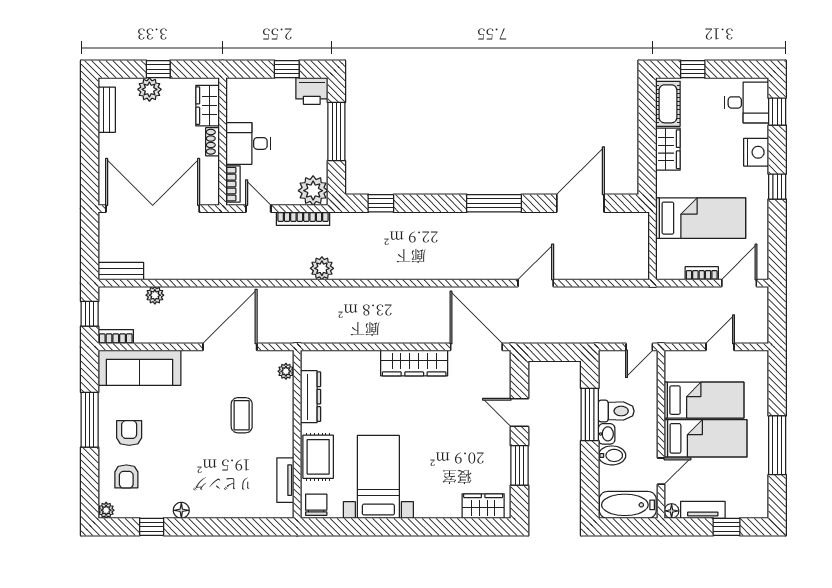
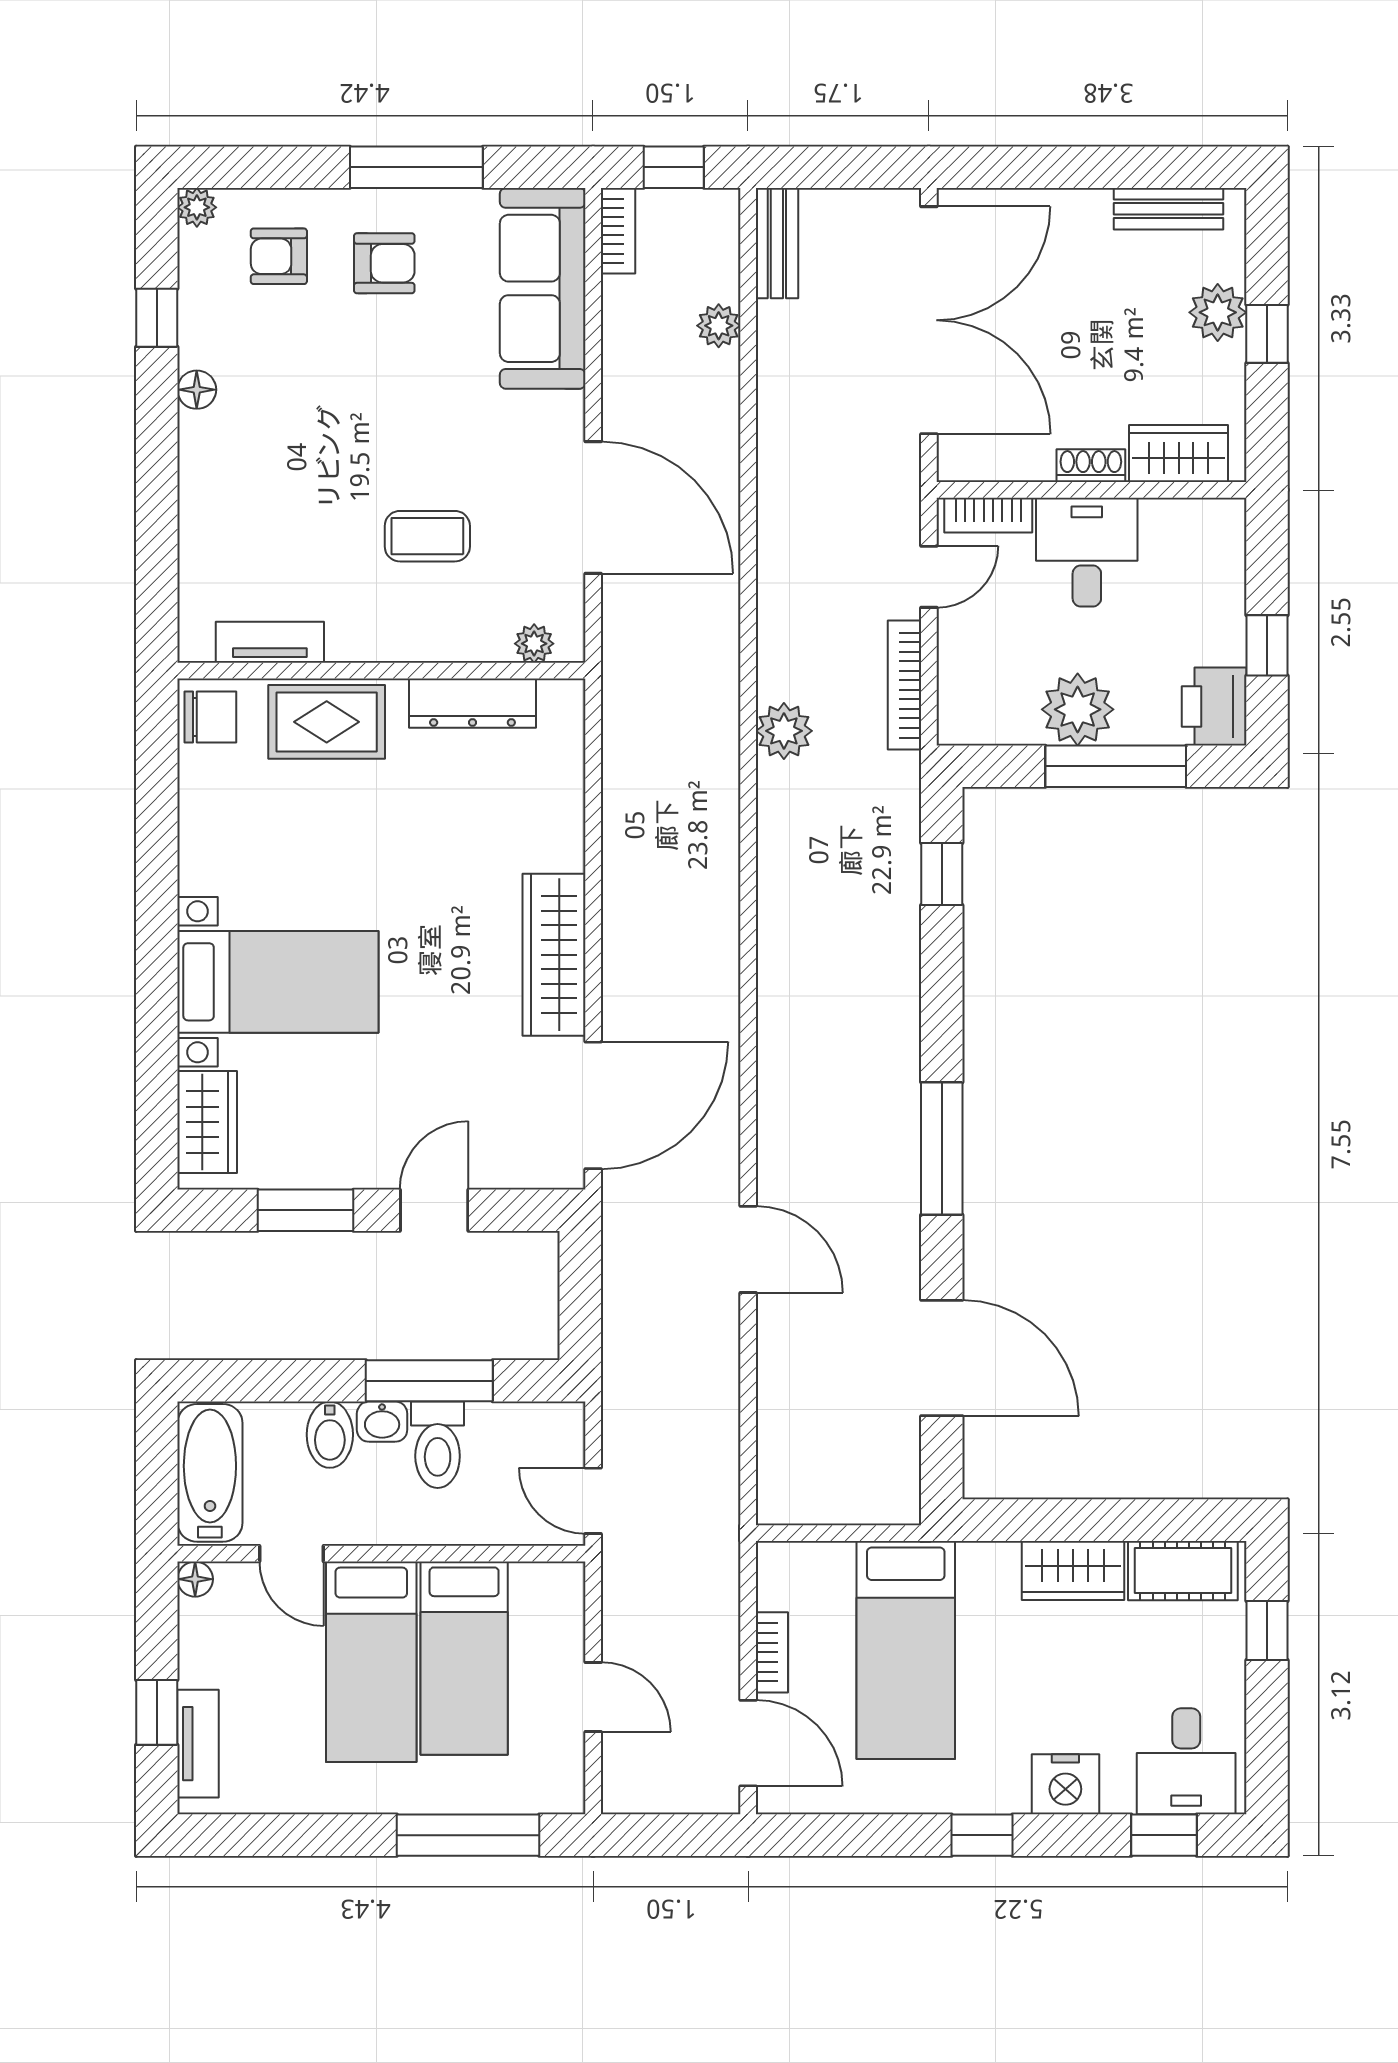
plant: (313, 191) -> (1078, 709), moved
window: (777, 445) -> (468, 1835), moved
bed with nightstands: (378, 477) -> (278, 982), moved
tv unit: (703, 510) -> (198, 1744), moved

